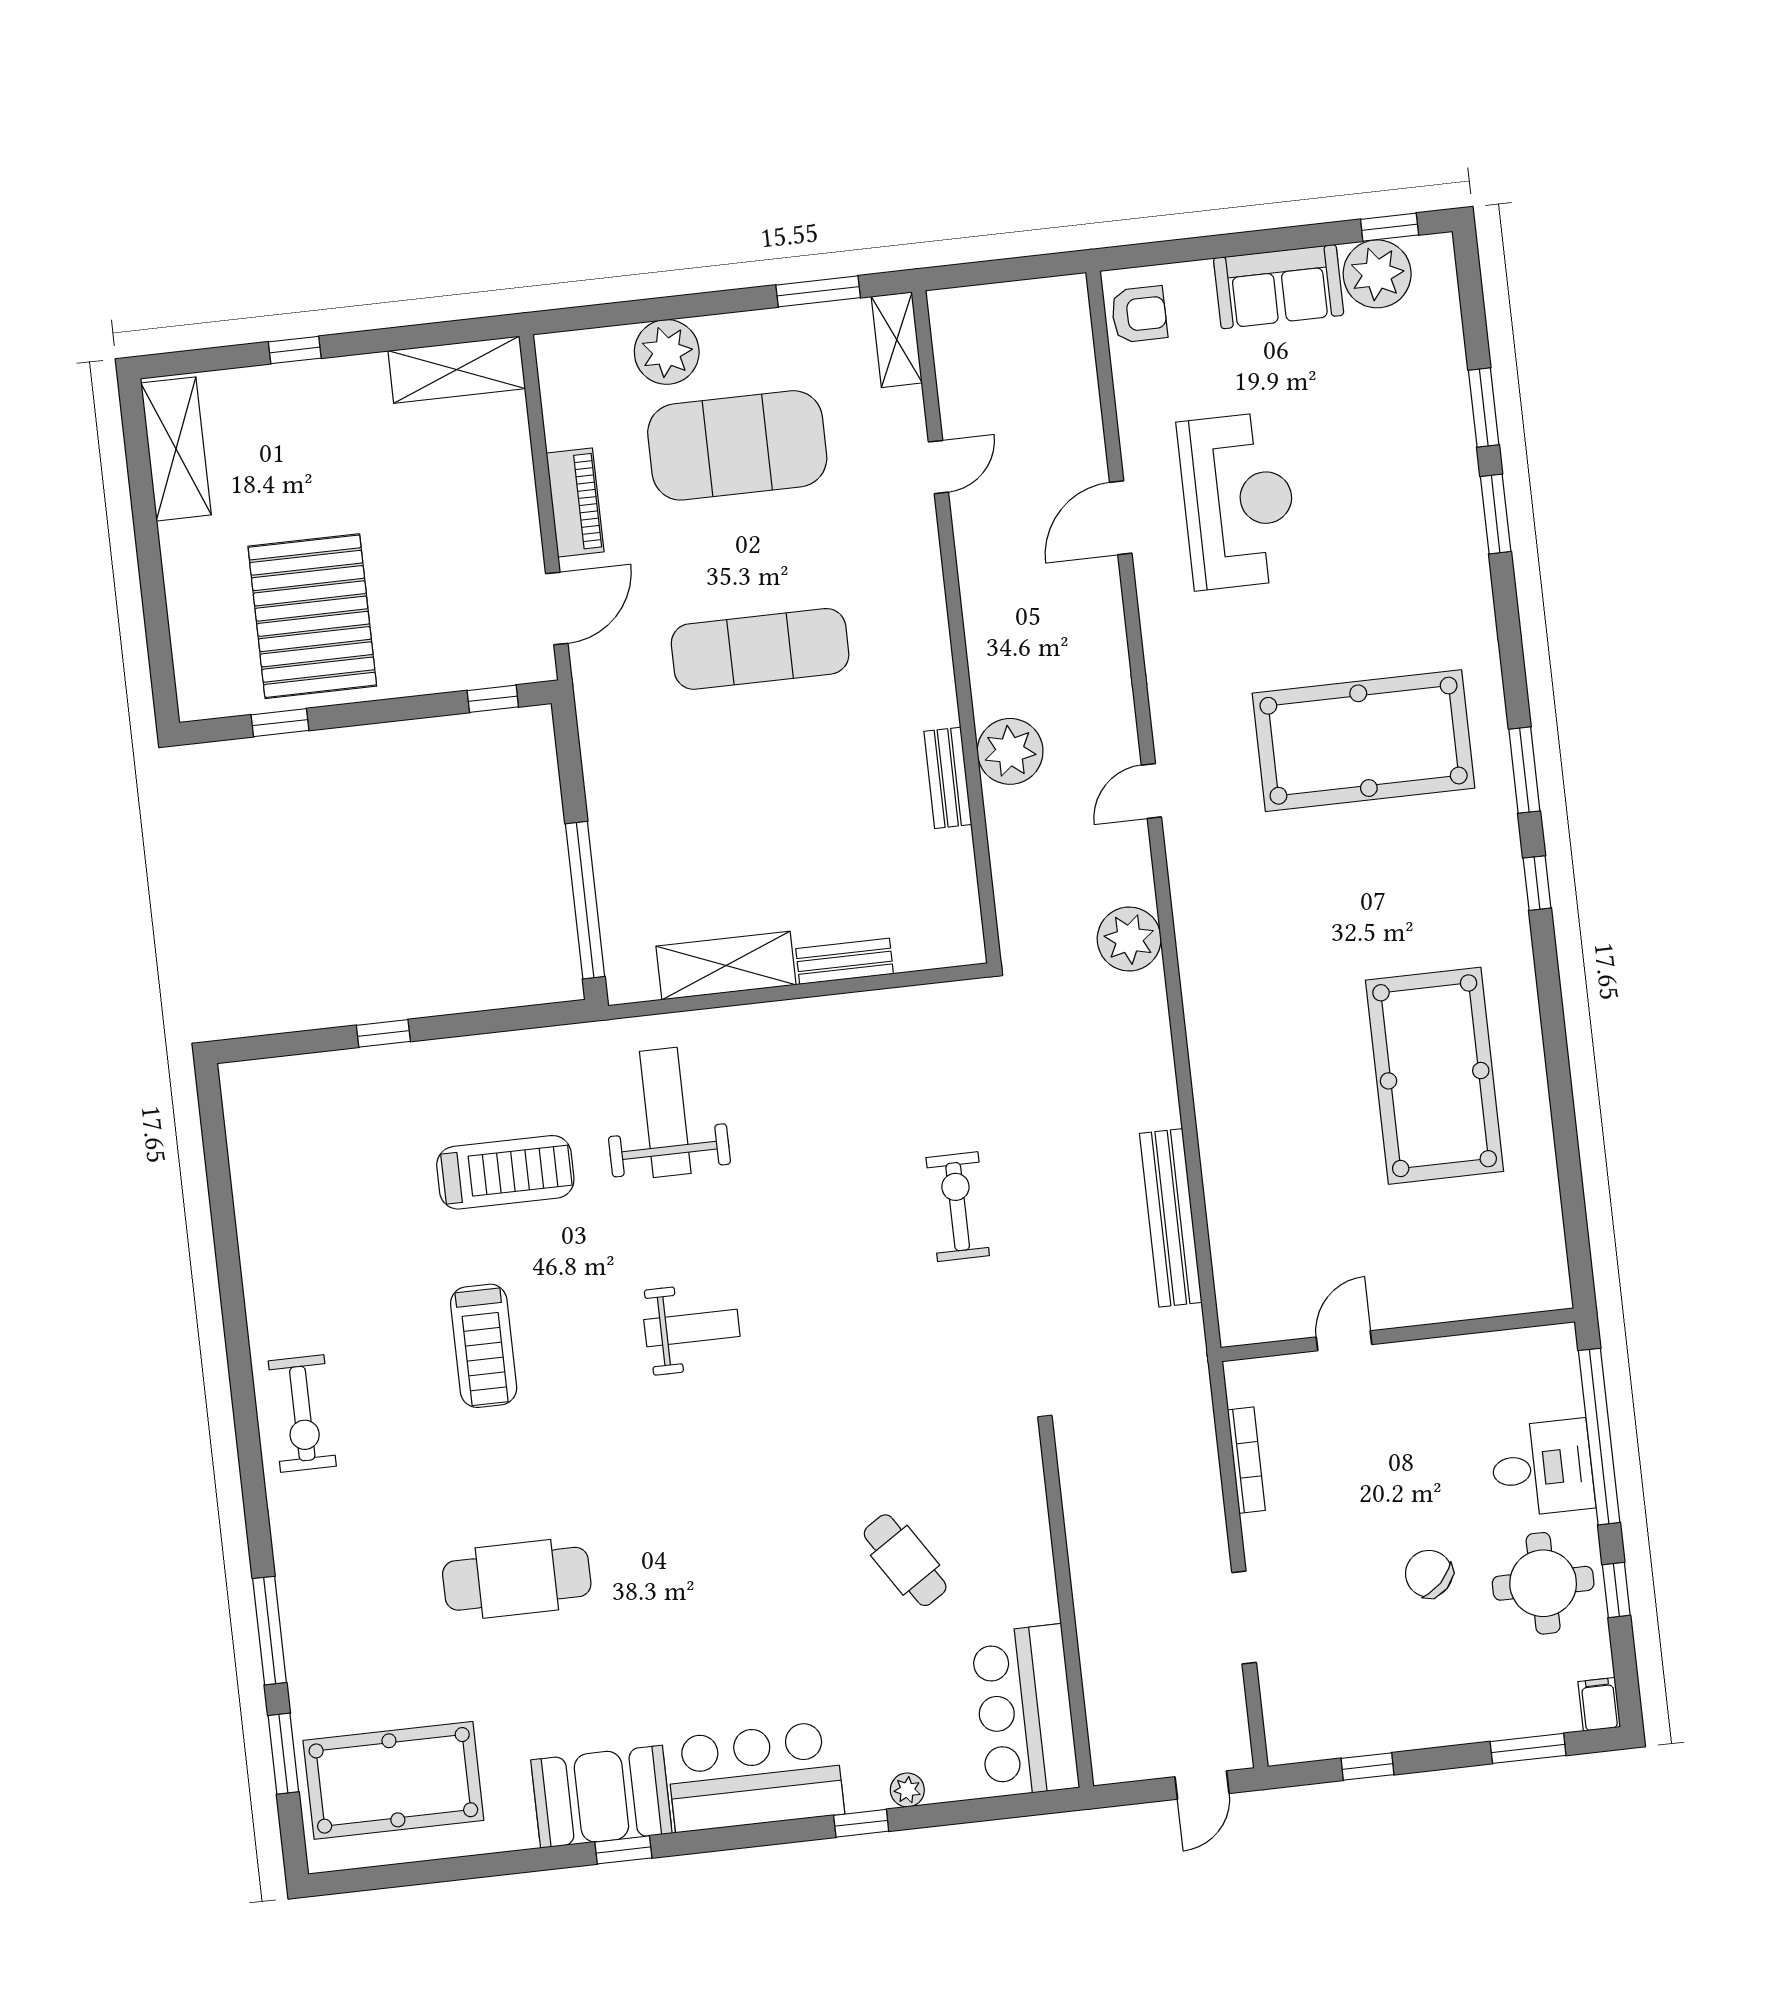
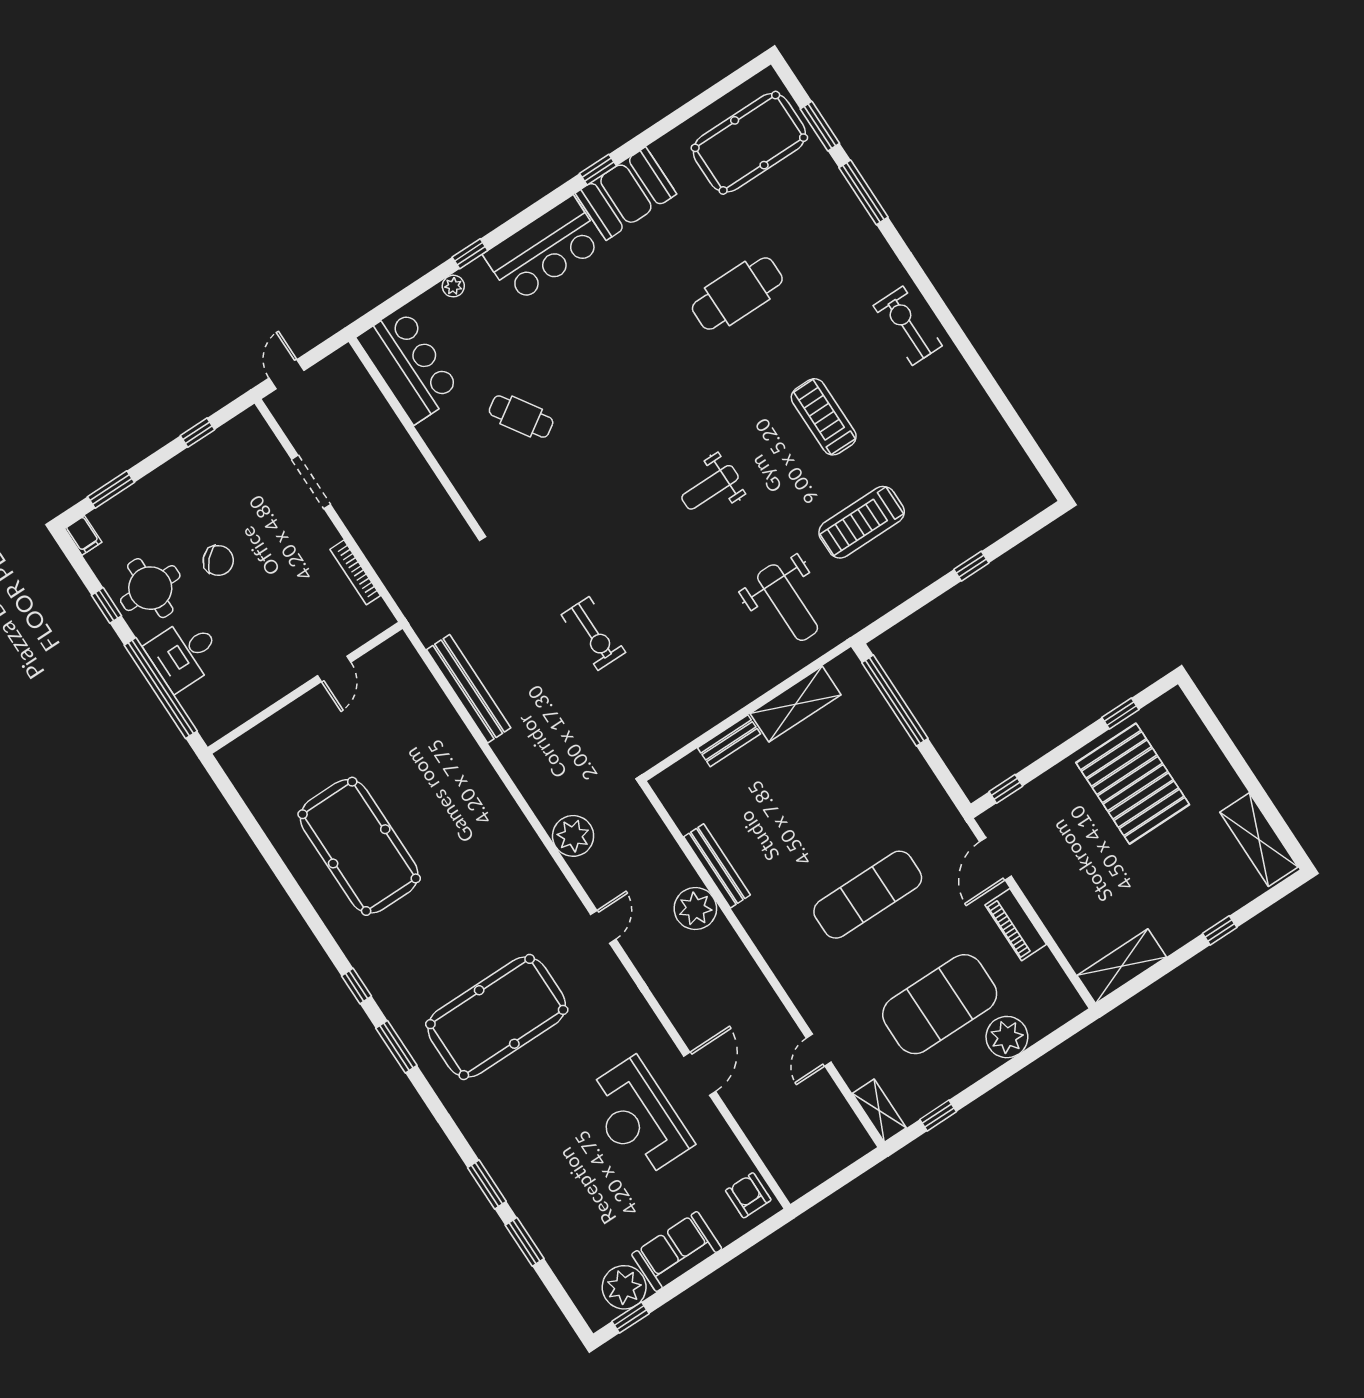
window: (818, 291) -> (938, 1115), width x0.67
armchair: (1139, 314) -> (748, 1195), turned 90
bench: (948, 778) -> (717, 866), width x1.36

